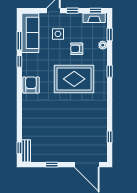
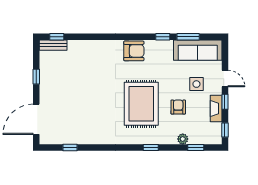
fireplace: (94, 18) -> (216, 108), moved

